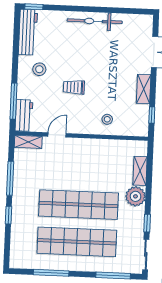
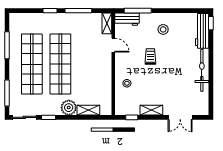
workbench: (28, 32) -> (202, 31), moved, turned 90

